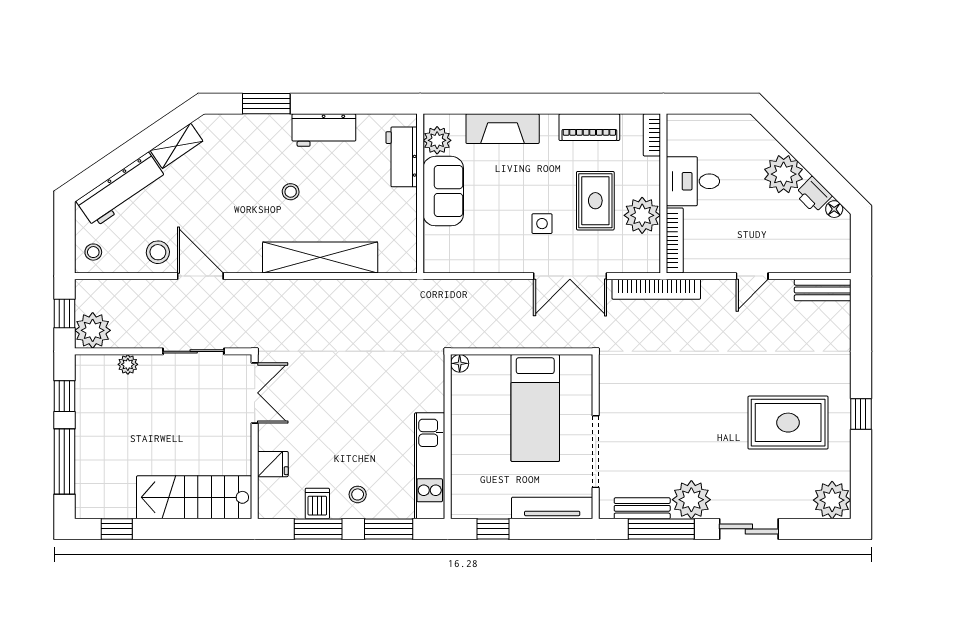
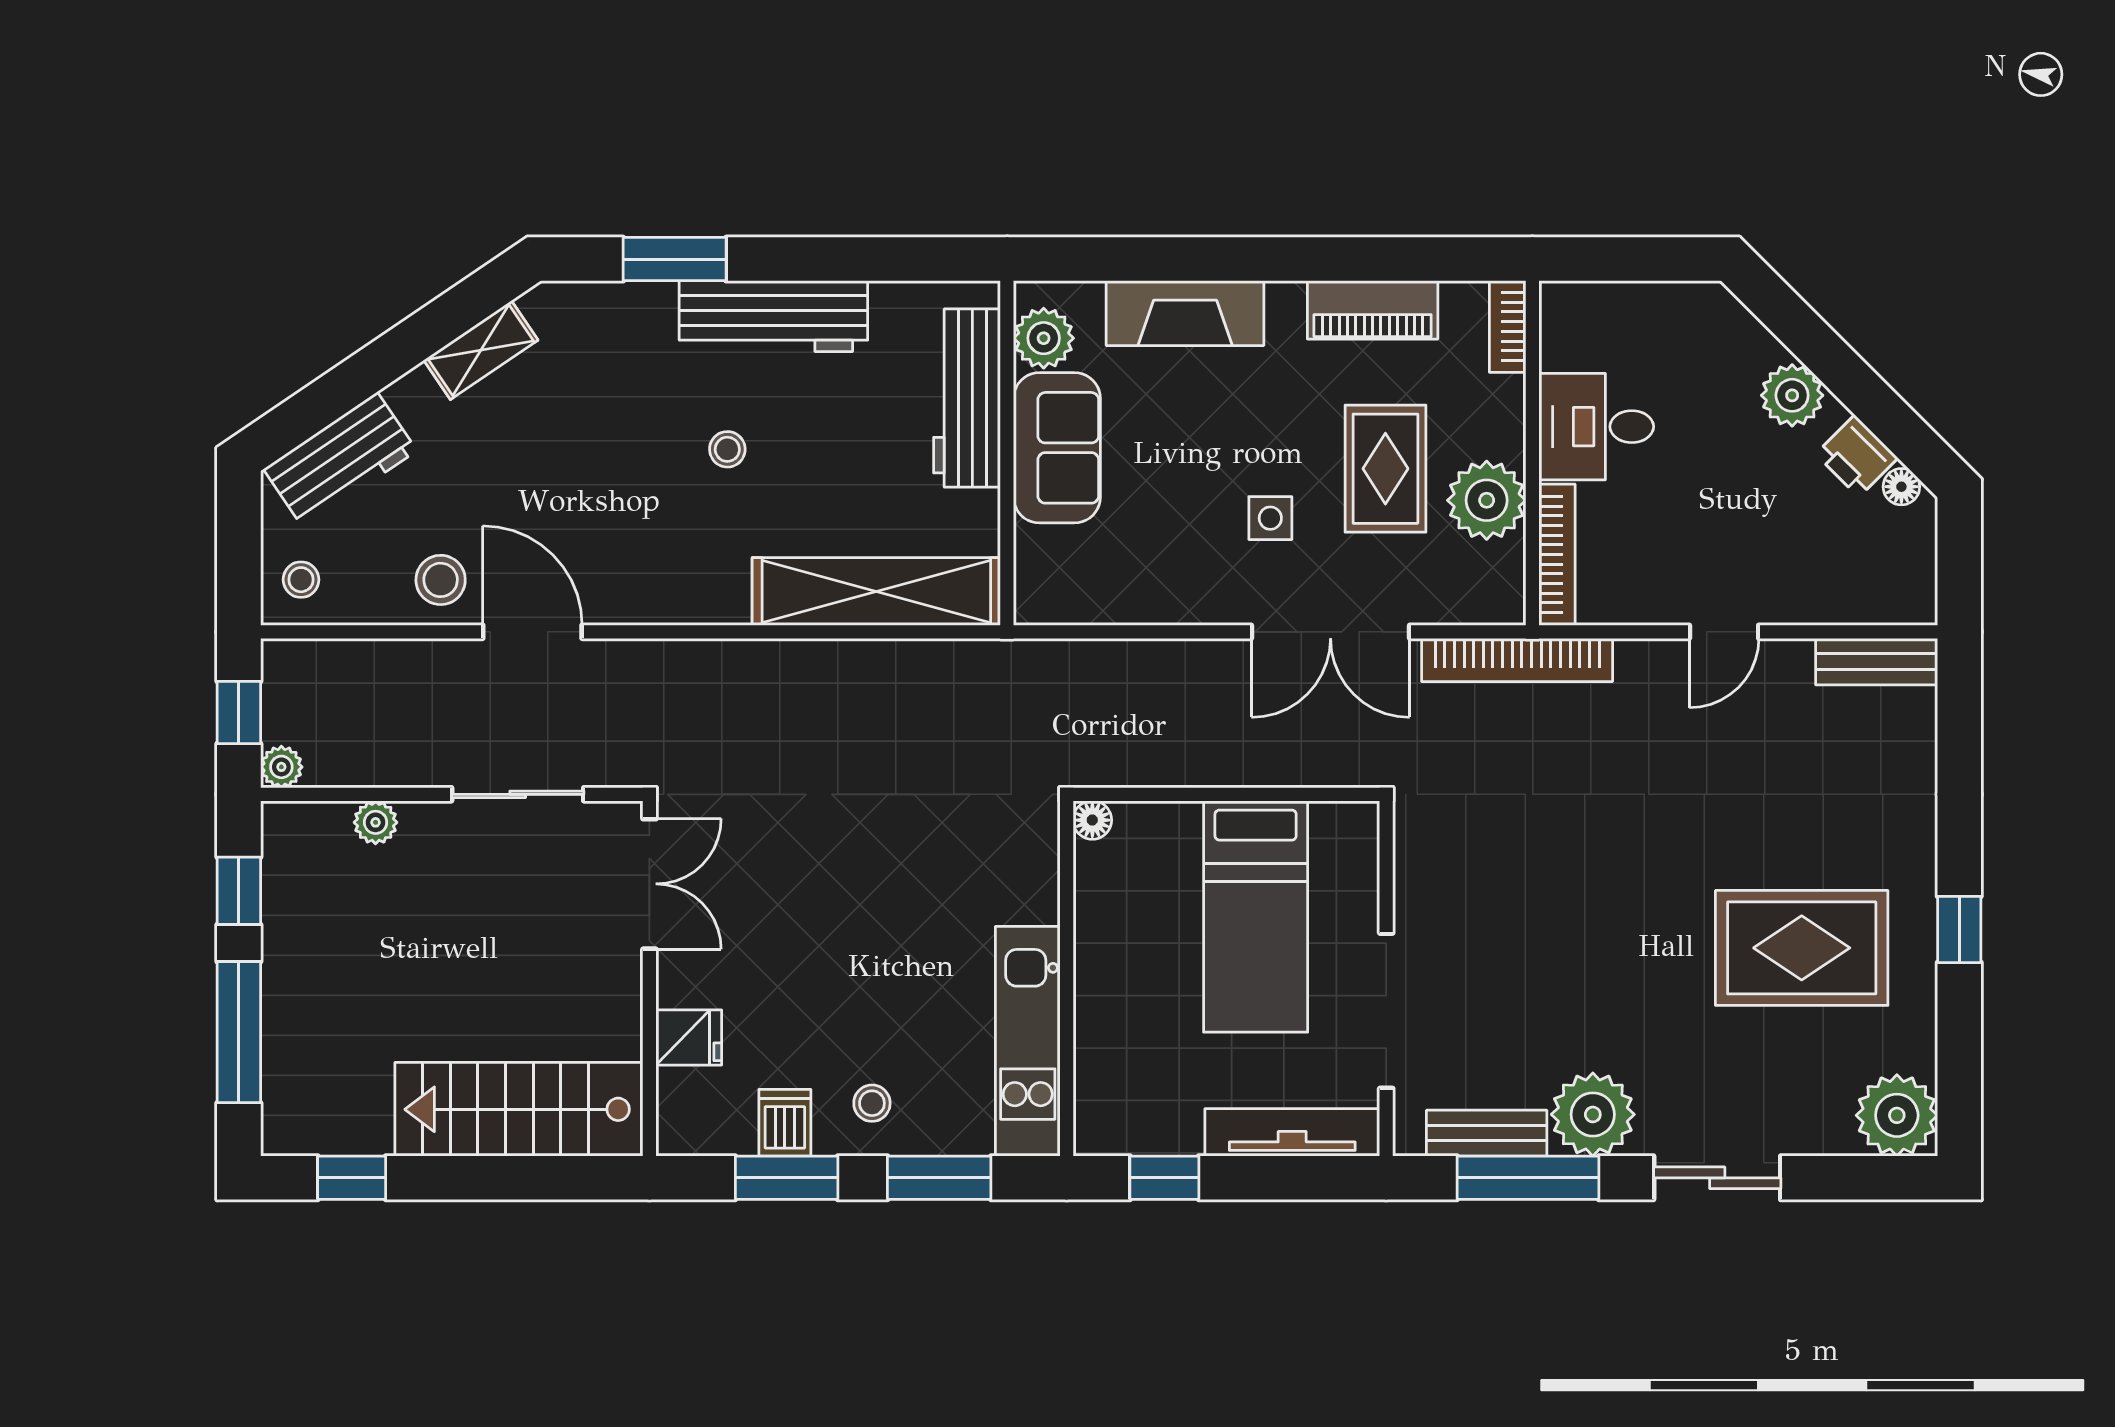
workbench: (324, 130) -> (773, 316), width x1.38
workbench: (402, 157) -> (967, 398), width x1.38
plant: (784, 174) -> (1792, 395), width x0.73, depth x0.73
workbench: (121, 190) -> (340, 460), width x0.73
shelving: (320, 258) -> (876, 591), moved
plant: (93, 330) -> (281, 767), width x0.53, depth x0.53

